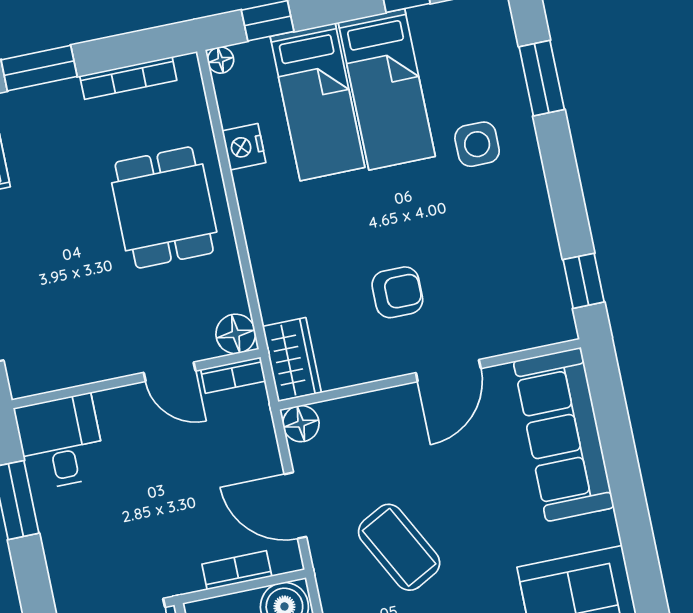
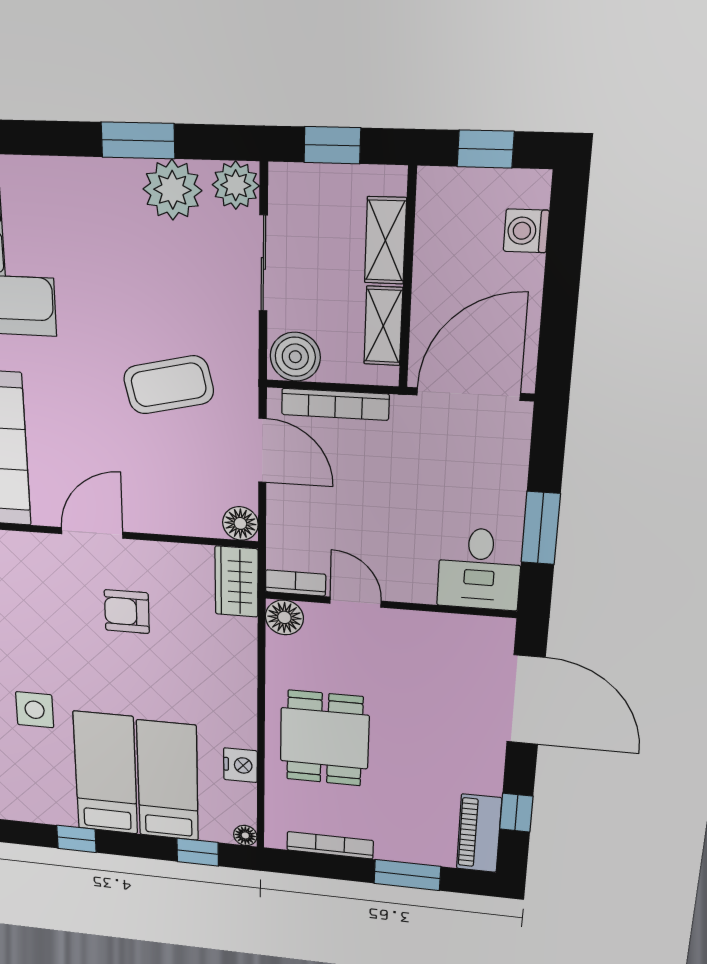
coffee table: (399, 547) -> (169, 385), turned -75
bookcase: (237, 570) -> (335, 404), width x1.56

